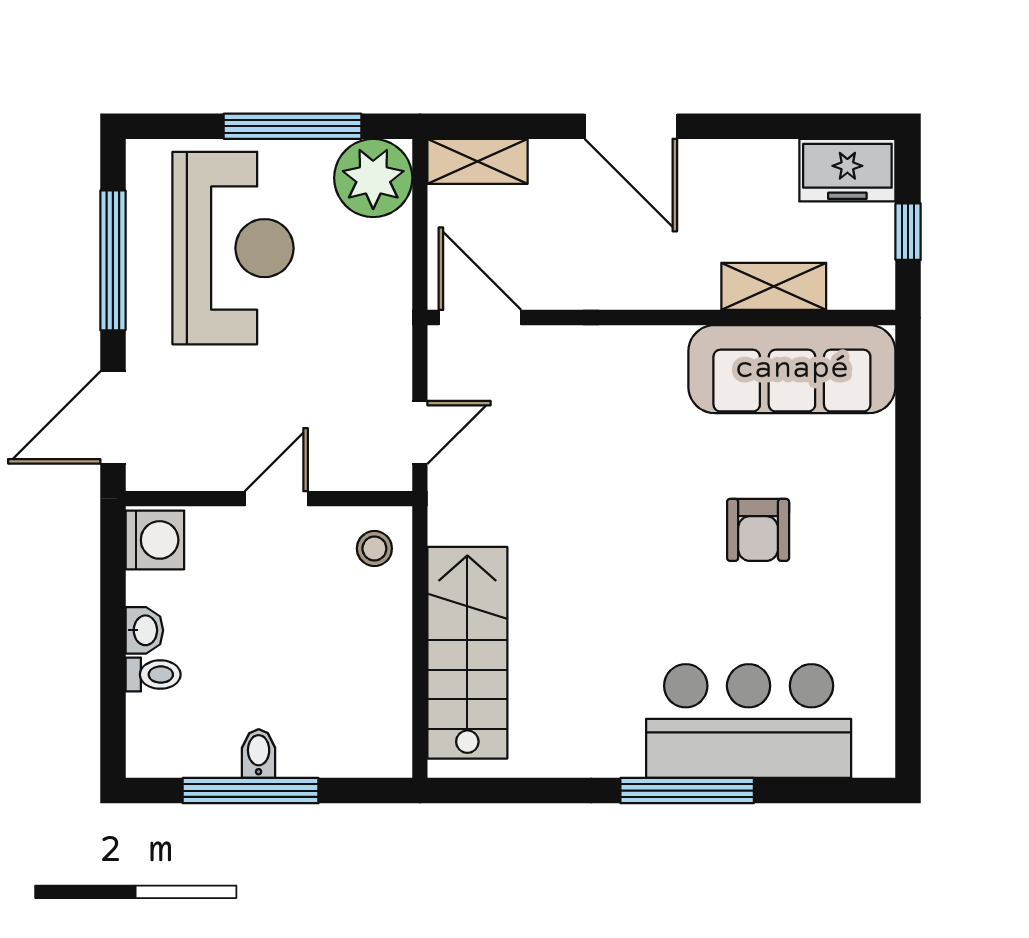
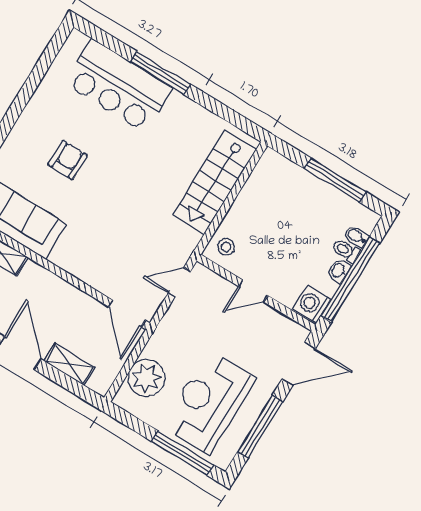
window: (292, 126) -> (183, 453), moved
shelving: (477, 161) -> (69, 364), moved
plant: (373, 178) -> (146, 378), moved
window: (113, 627) -> (350, 280), added
bidet: (259, 754) -> (356, 236), moved, turned 90

